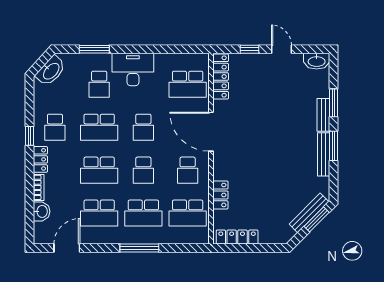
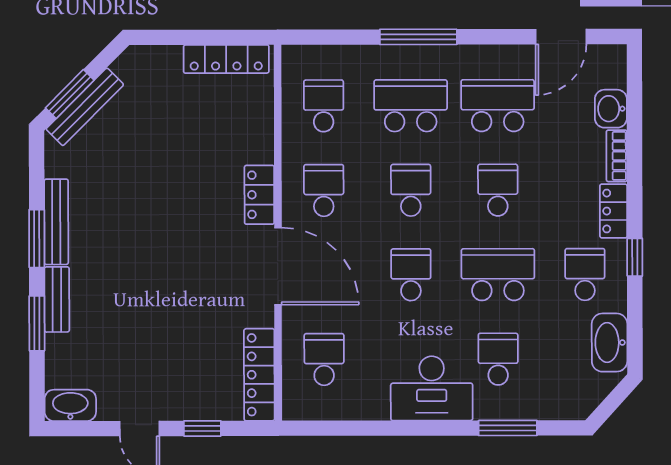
washbasin: (51, 71) -> (610, 343), moved, turned -42
school desk: (188, 84) -> (324, 359), width x0.54
school desk: (99, 170) -> (498, 190), width x0.54
locker: (220, 195) -> (259, 195), moved
school desk: (188, 213) -> (324, 106), width x0.54

